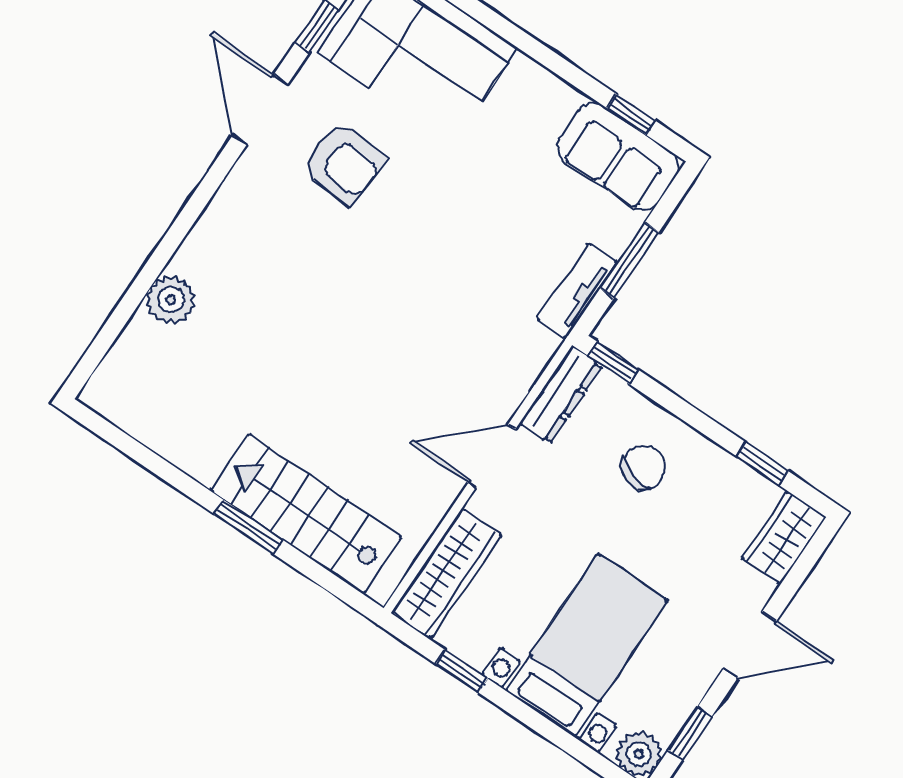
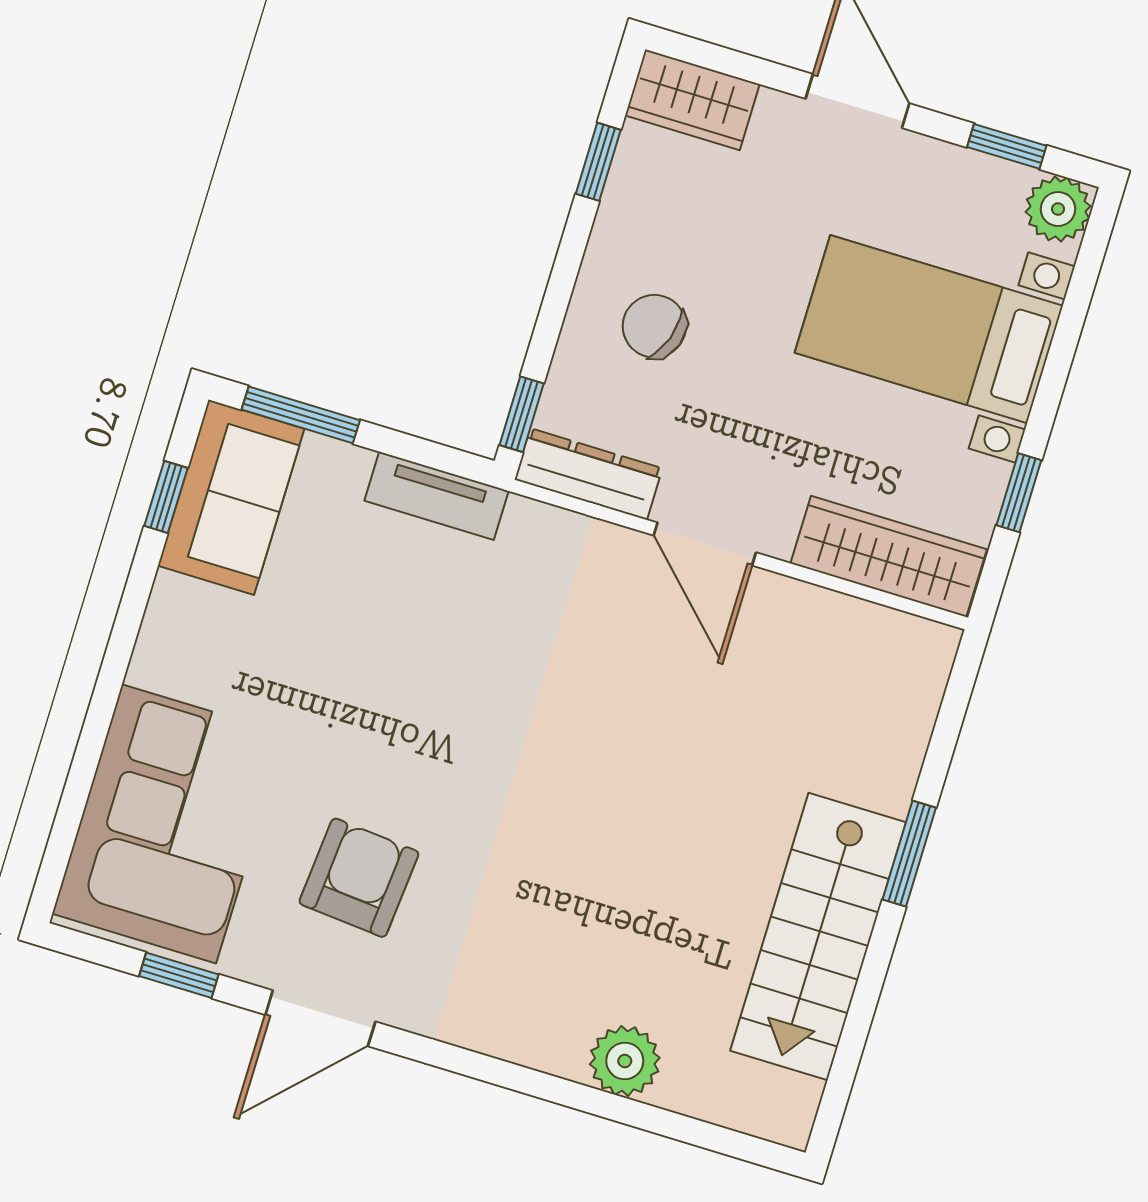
window: (629, 260) -> (301, 415), moved
stairs: (306, 514) -> (818, 937), moved

